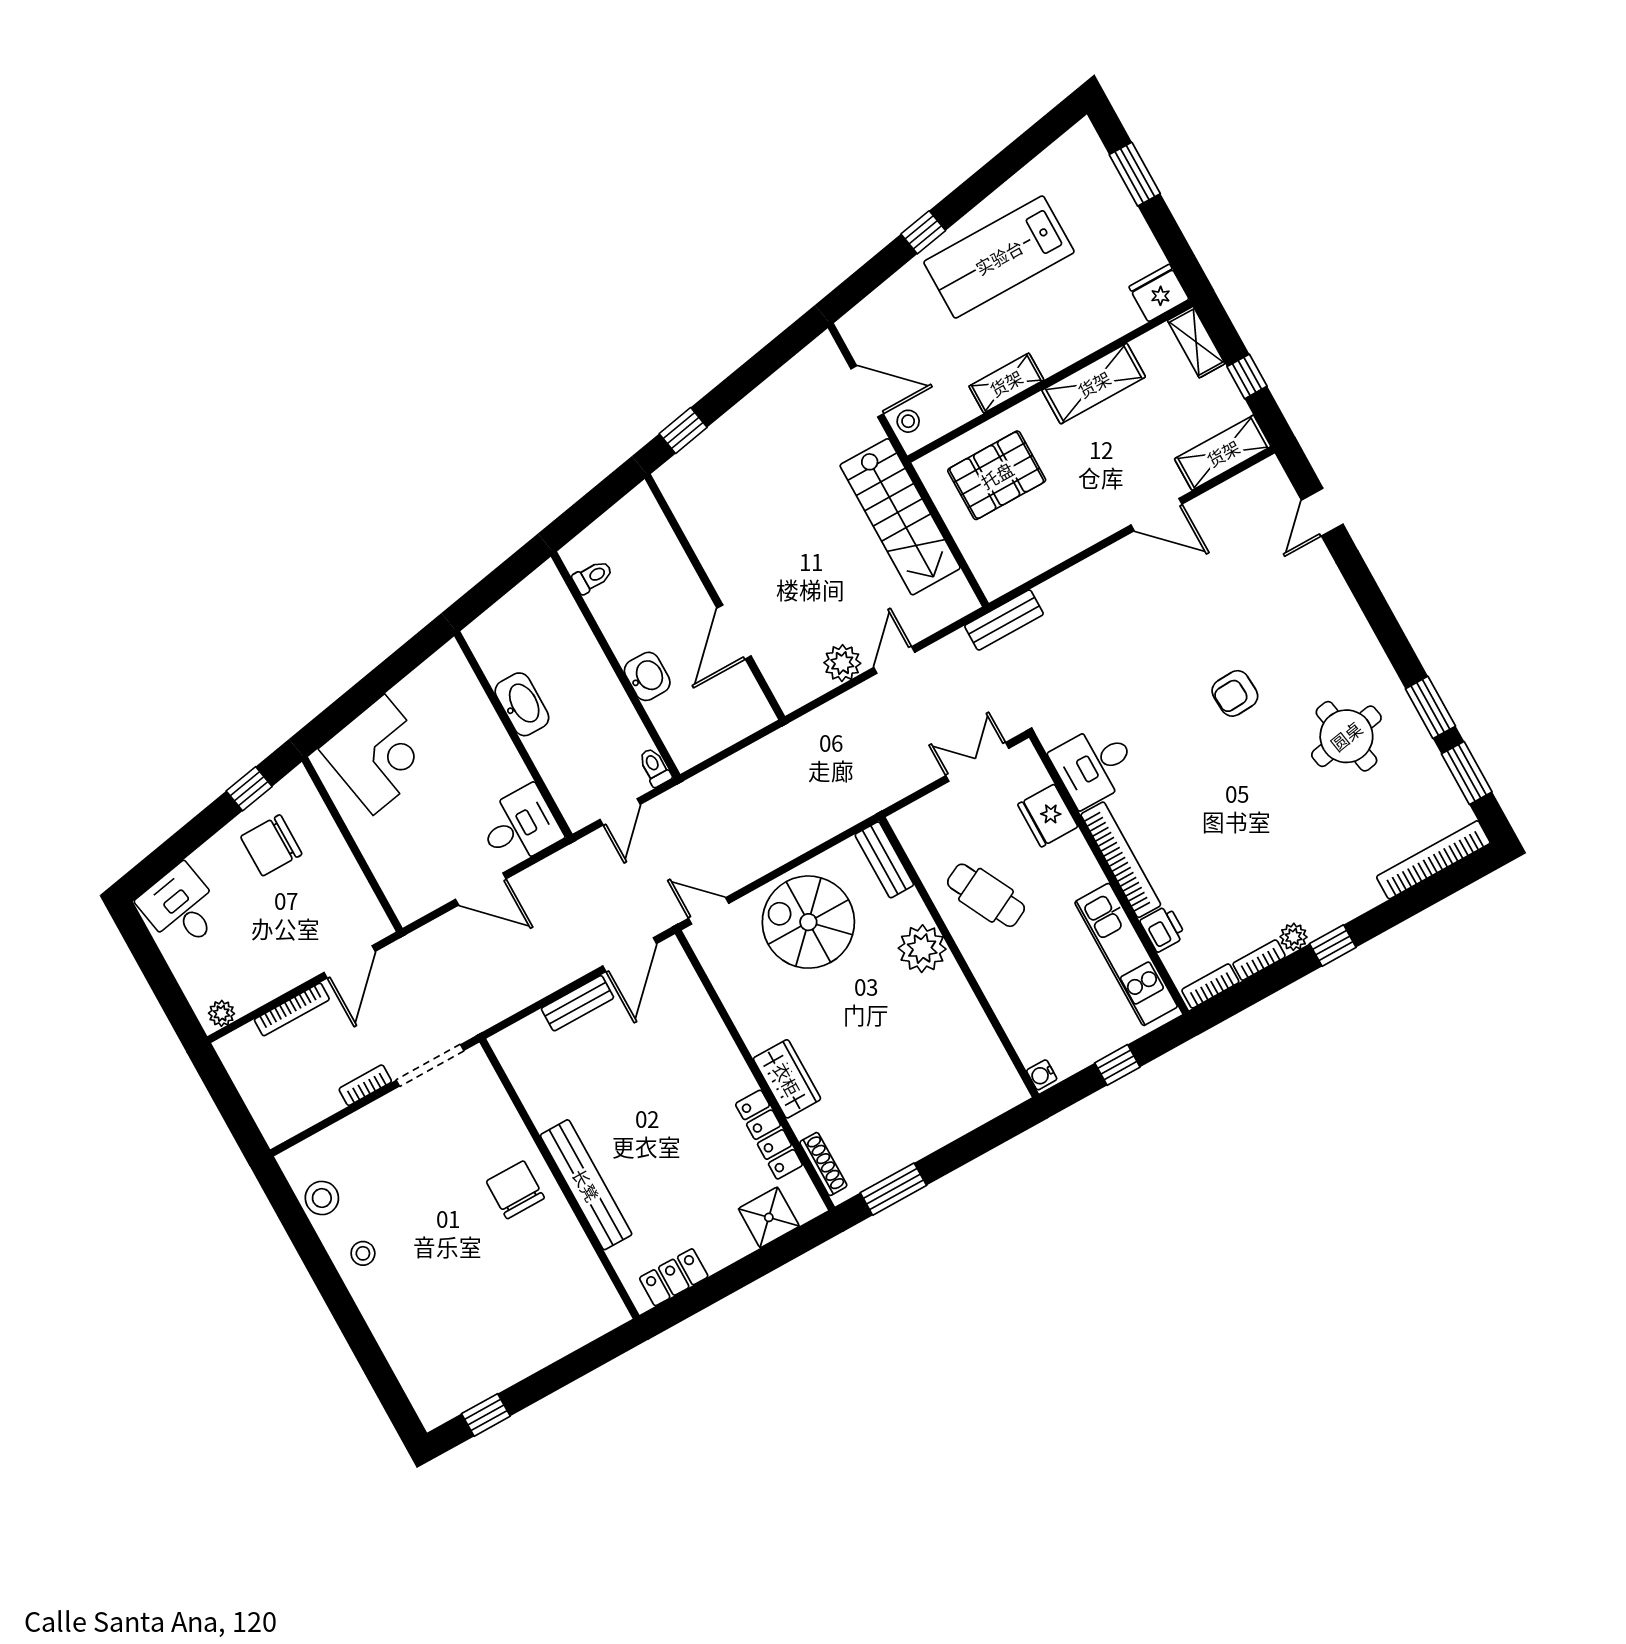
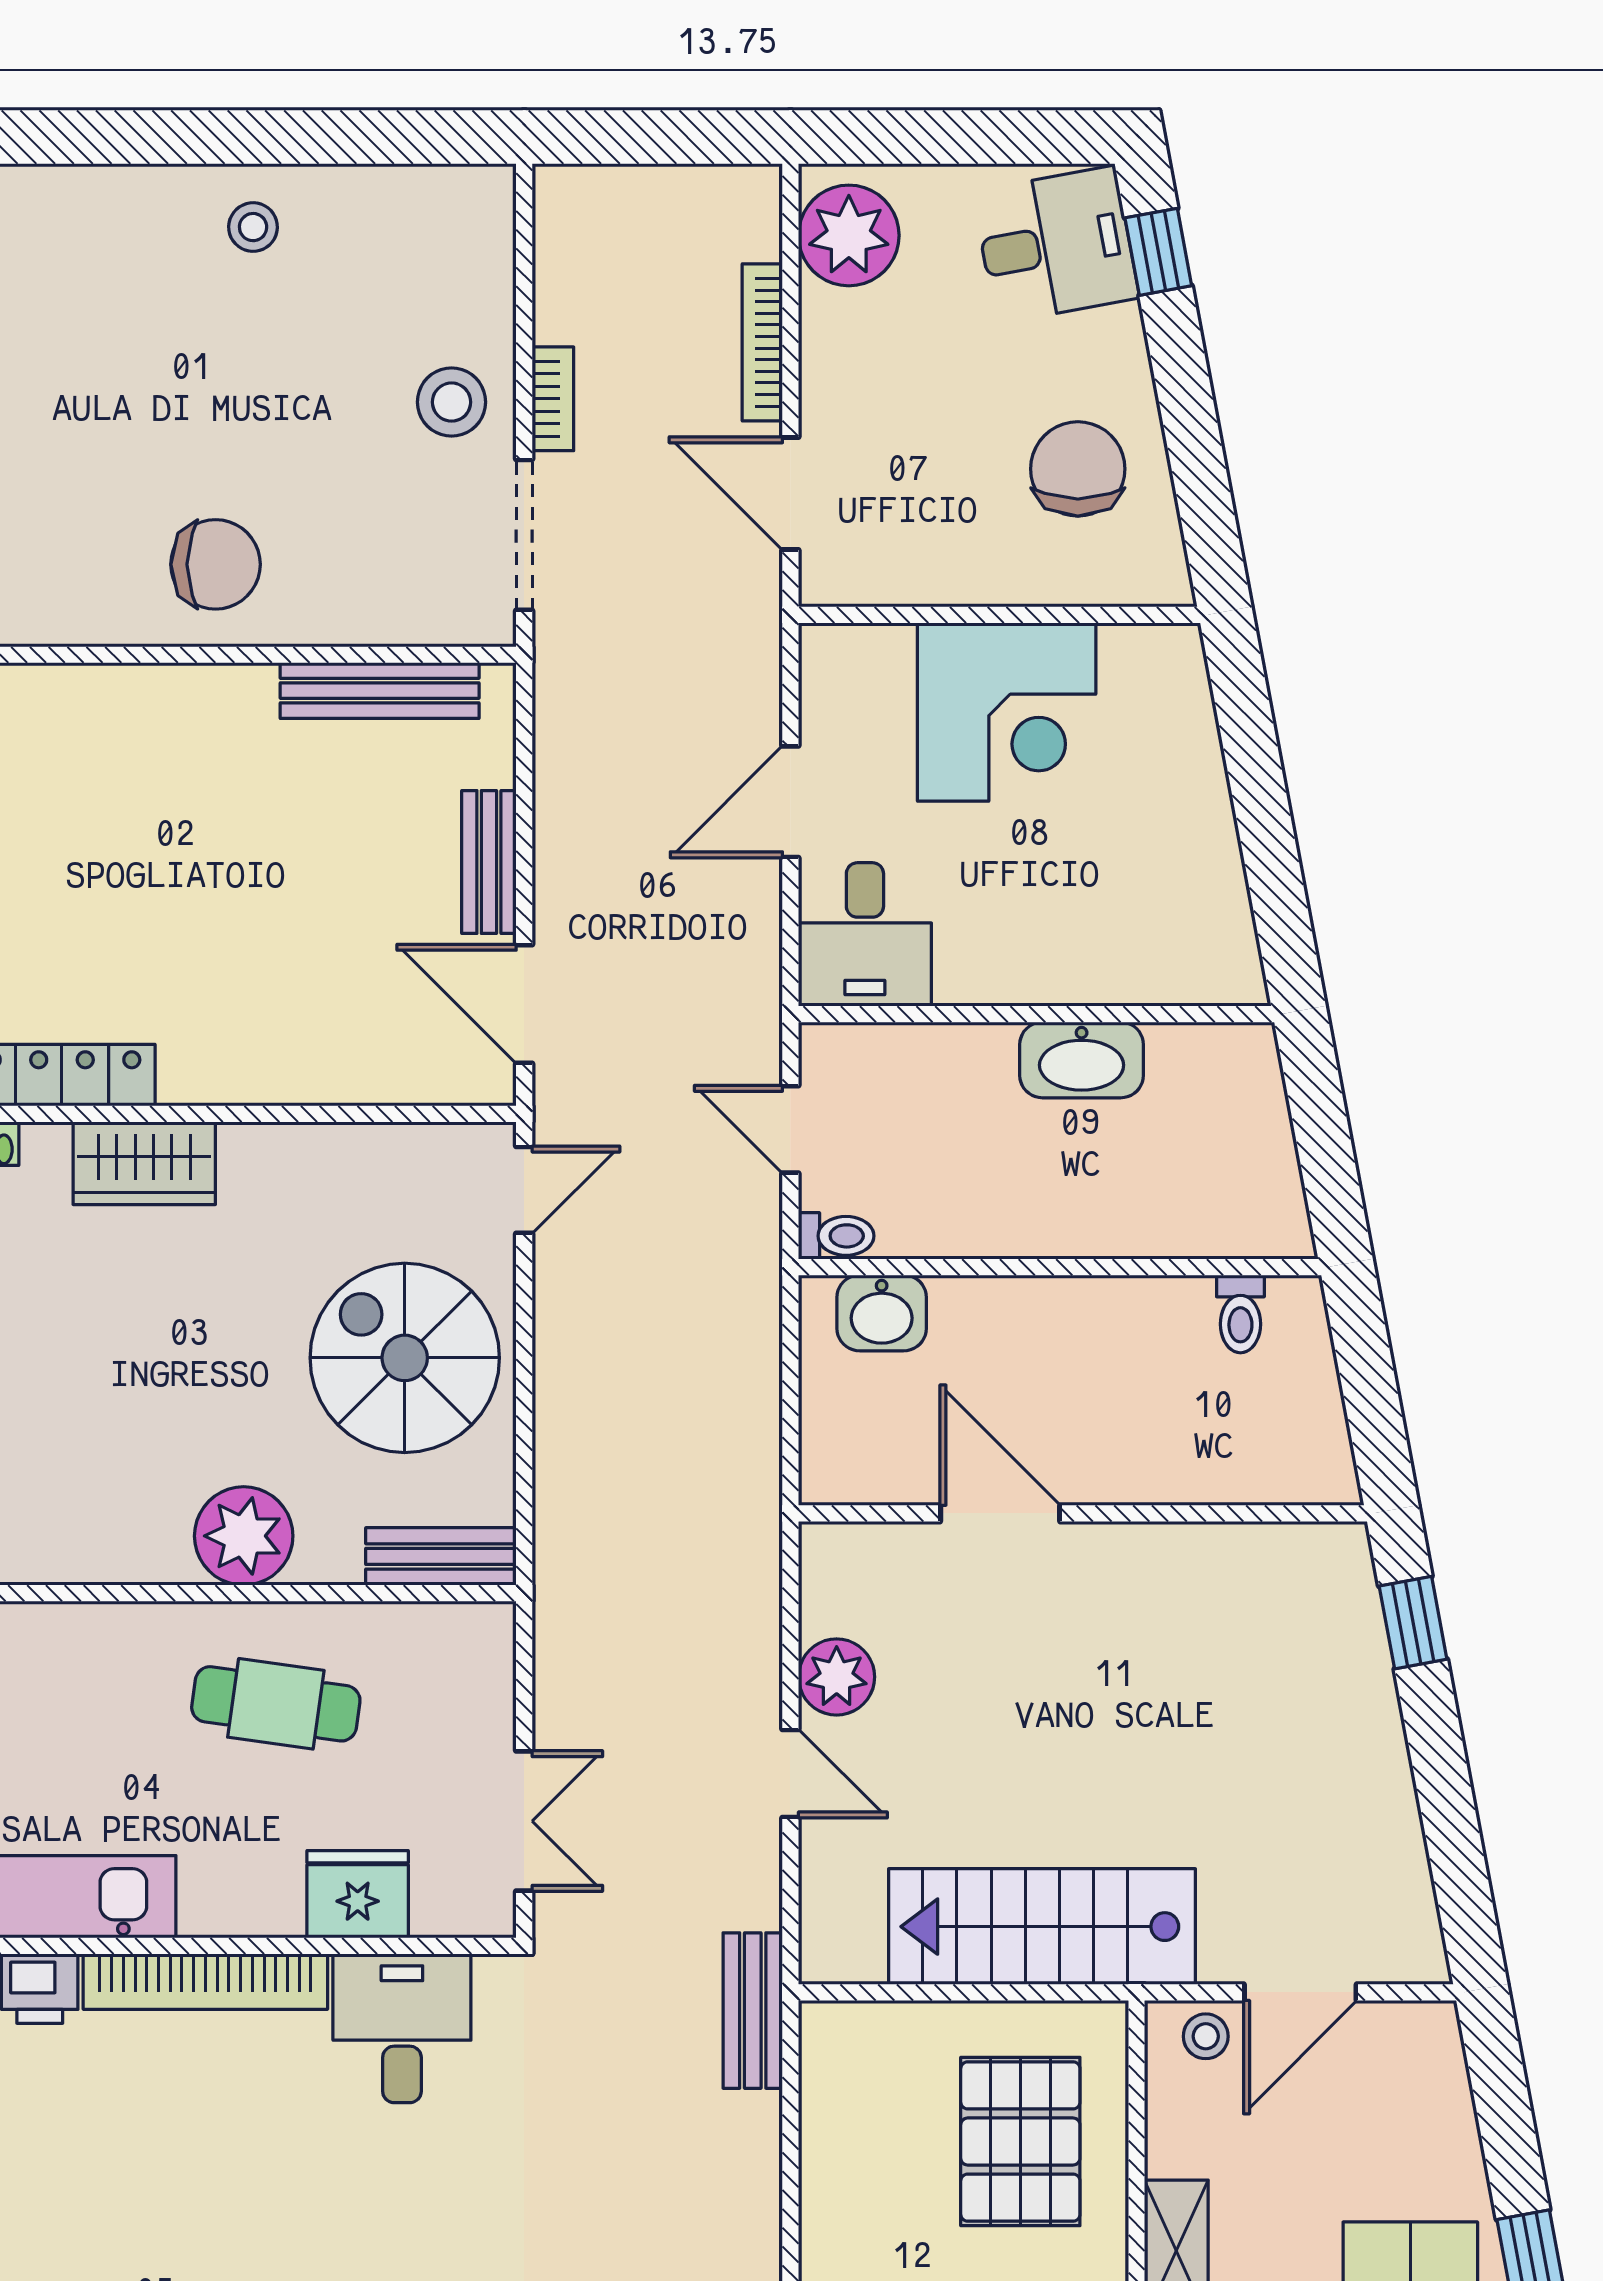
washbasin: (647, 676) -> (882, 1313), moved
corner desk: (379, 755) -> (1007, 712), moved, turned -79
window: (249, 789) -> (1158, 252), moved
cafe table: (986, 895) -> (276, 1704), turned 35
spiral stairs: (808, 922) -> (405, 1358), turned -90
plant: (222, 1013) -> (849, 235), width x1.88, depth x1.88
bench: (586, 1185) -> (380, 691), moved, width x0.73, depth x0.82
stool: (322, 1198) -> (452, 402), moved

